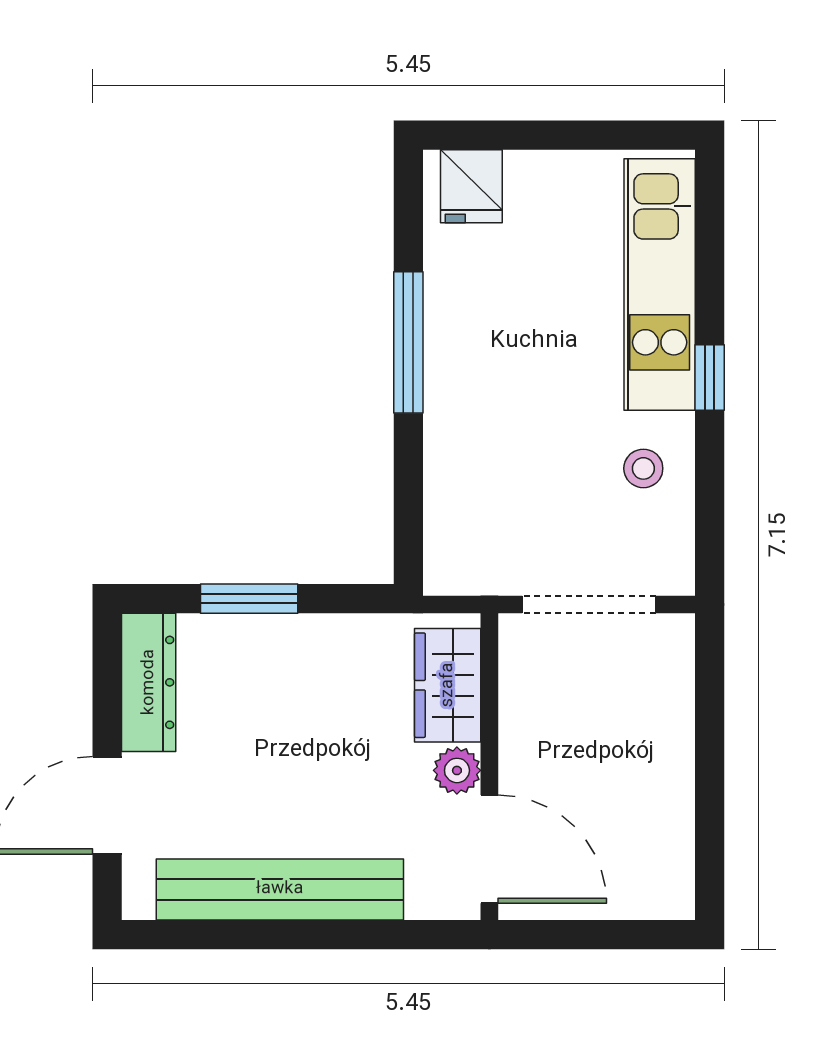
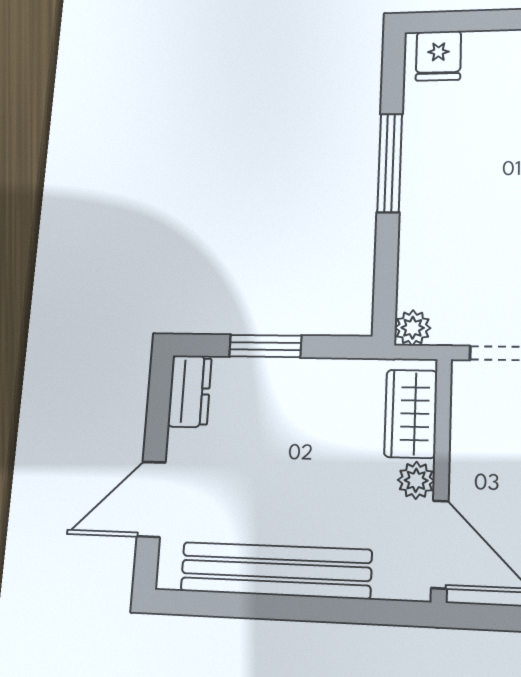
plant: (447, 572) -> (413, 328), added
dresser: (149, 682) -> (190, 391), width x0.70

